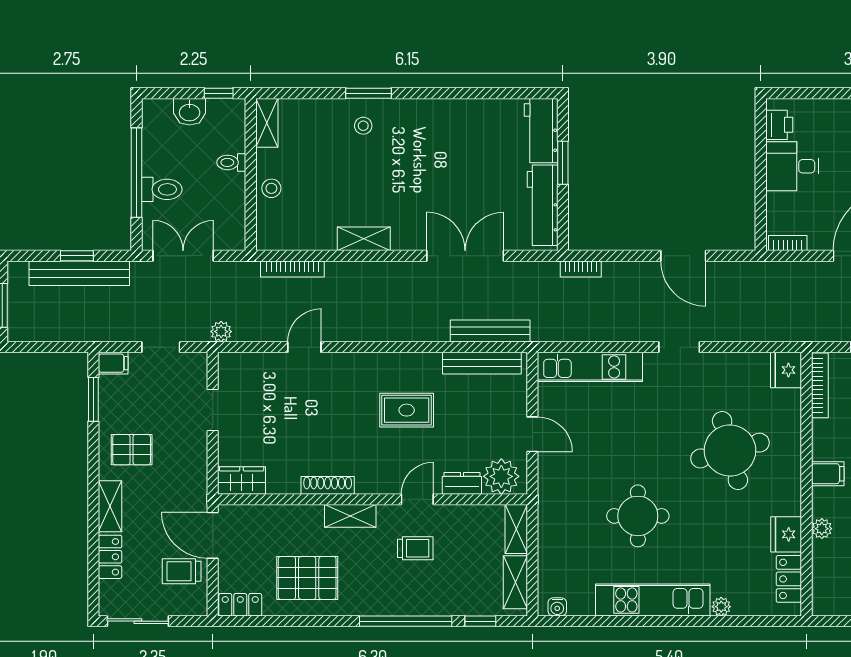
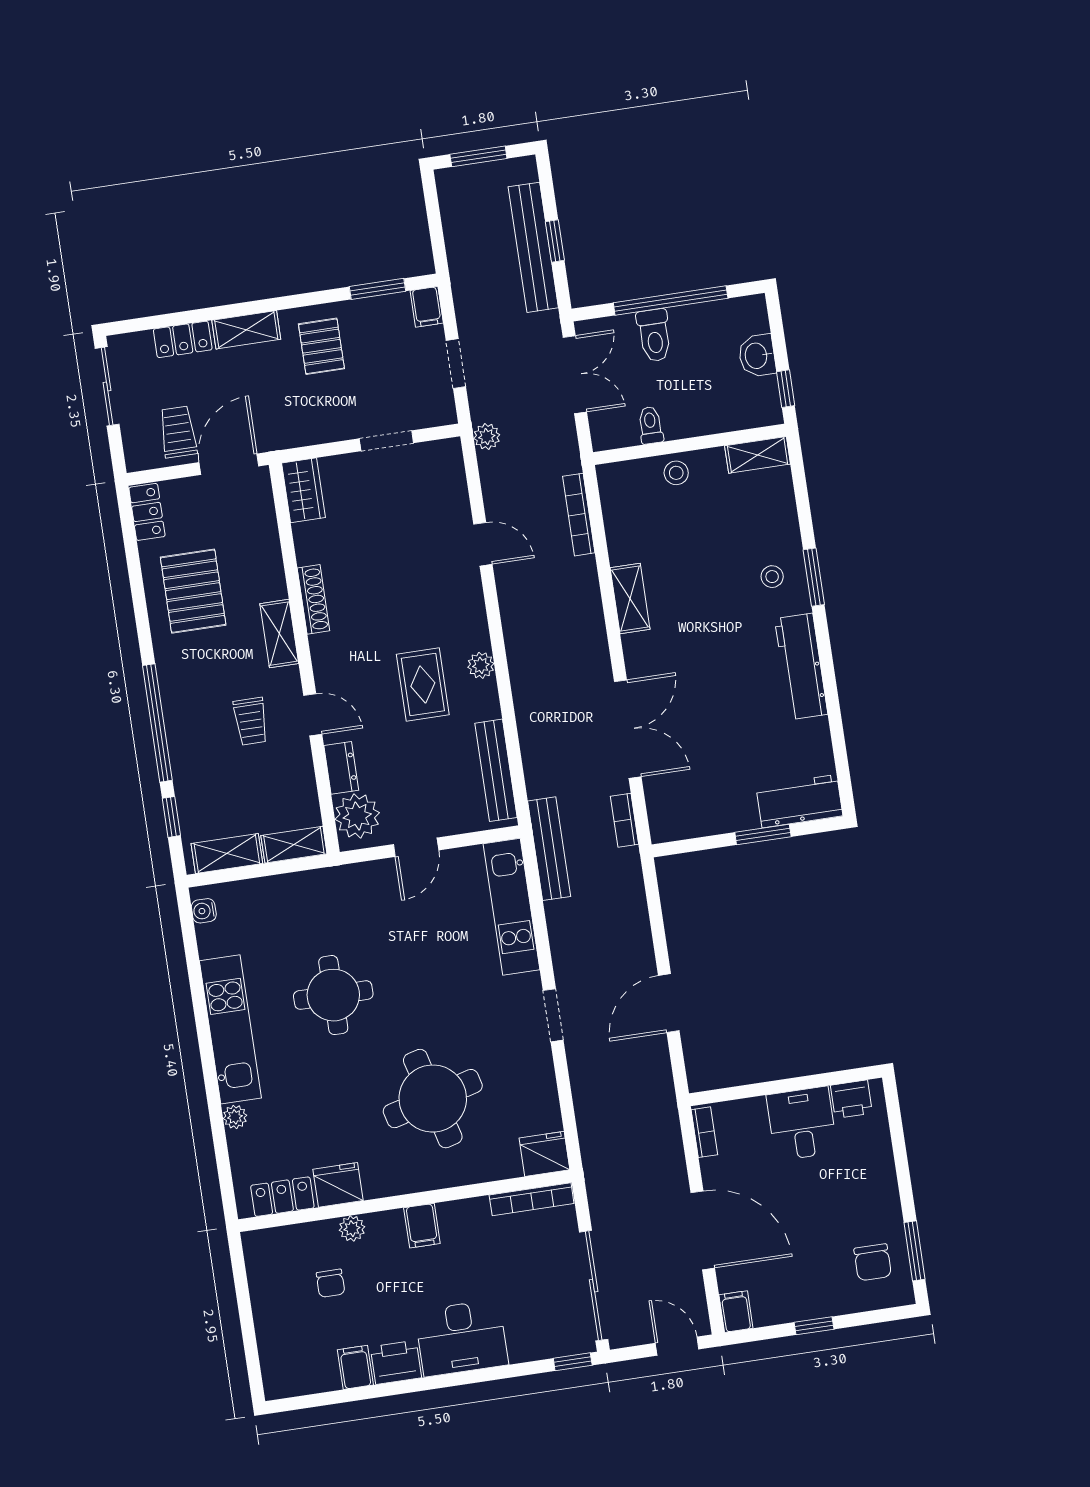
toilet: (231, 162) -> (651, 425), moved
workbench: (543, 205) -> (801, 666), moved, turned -90
bookcase: (581, 269) -> (624, 820), moved
bench: (490, 331) -> (549, 849), moved
plant: (398, 363) -> (481, 665), added

